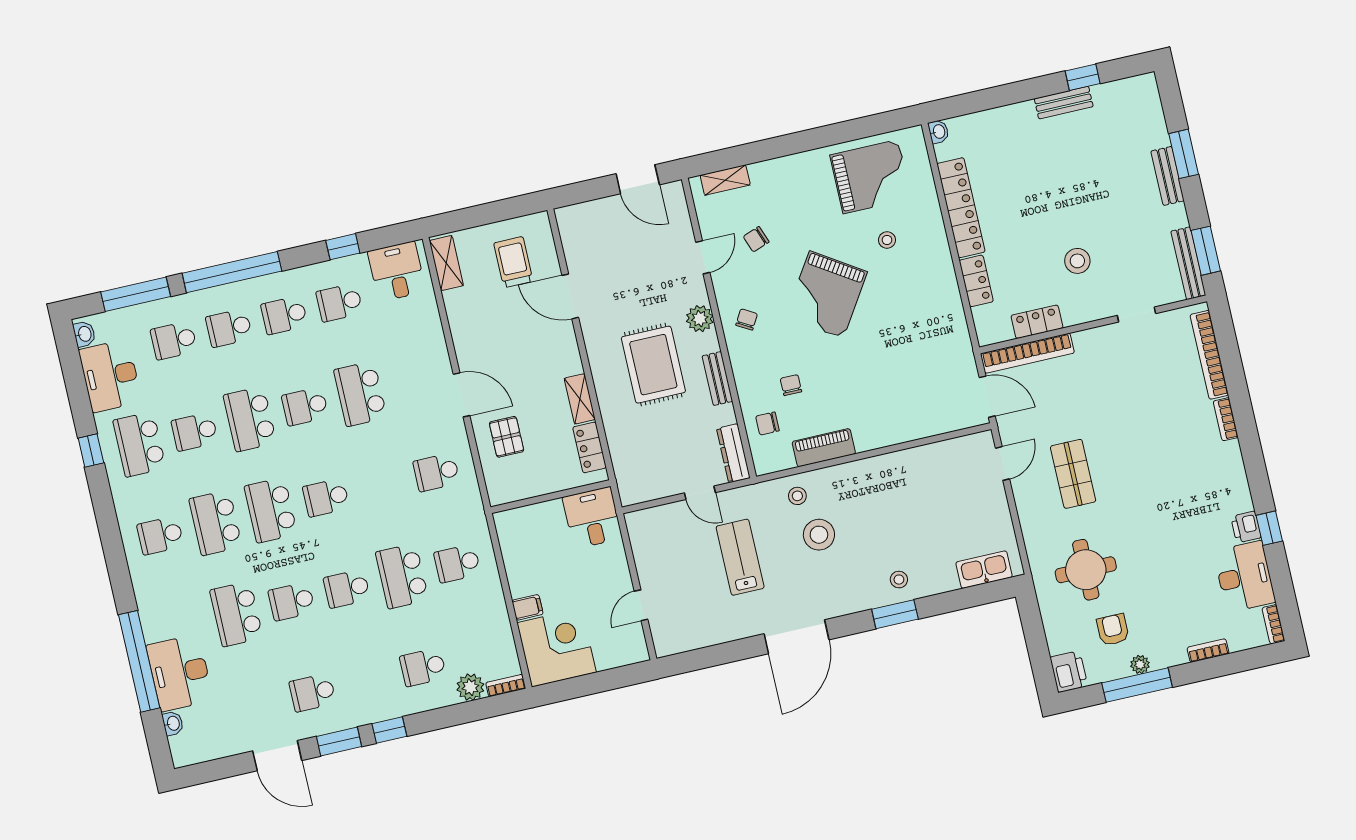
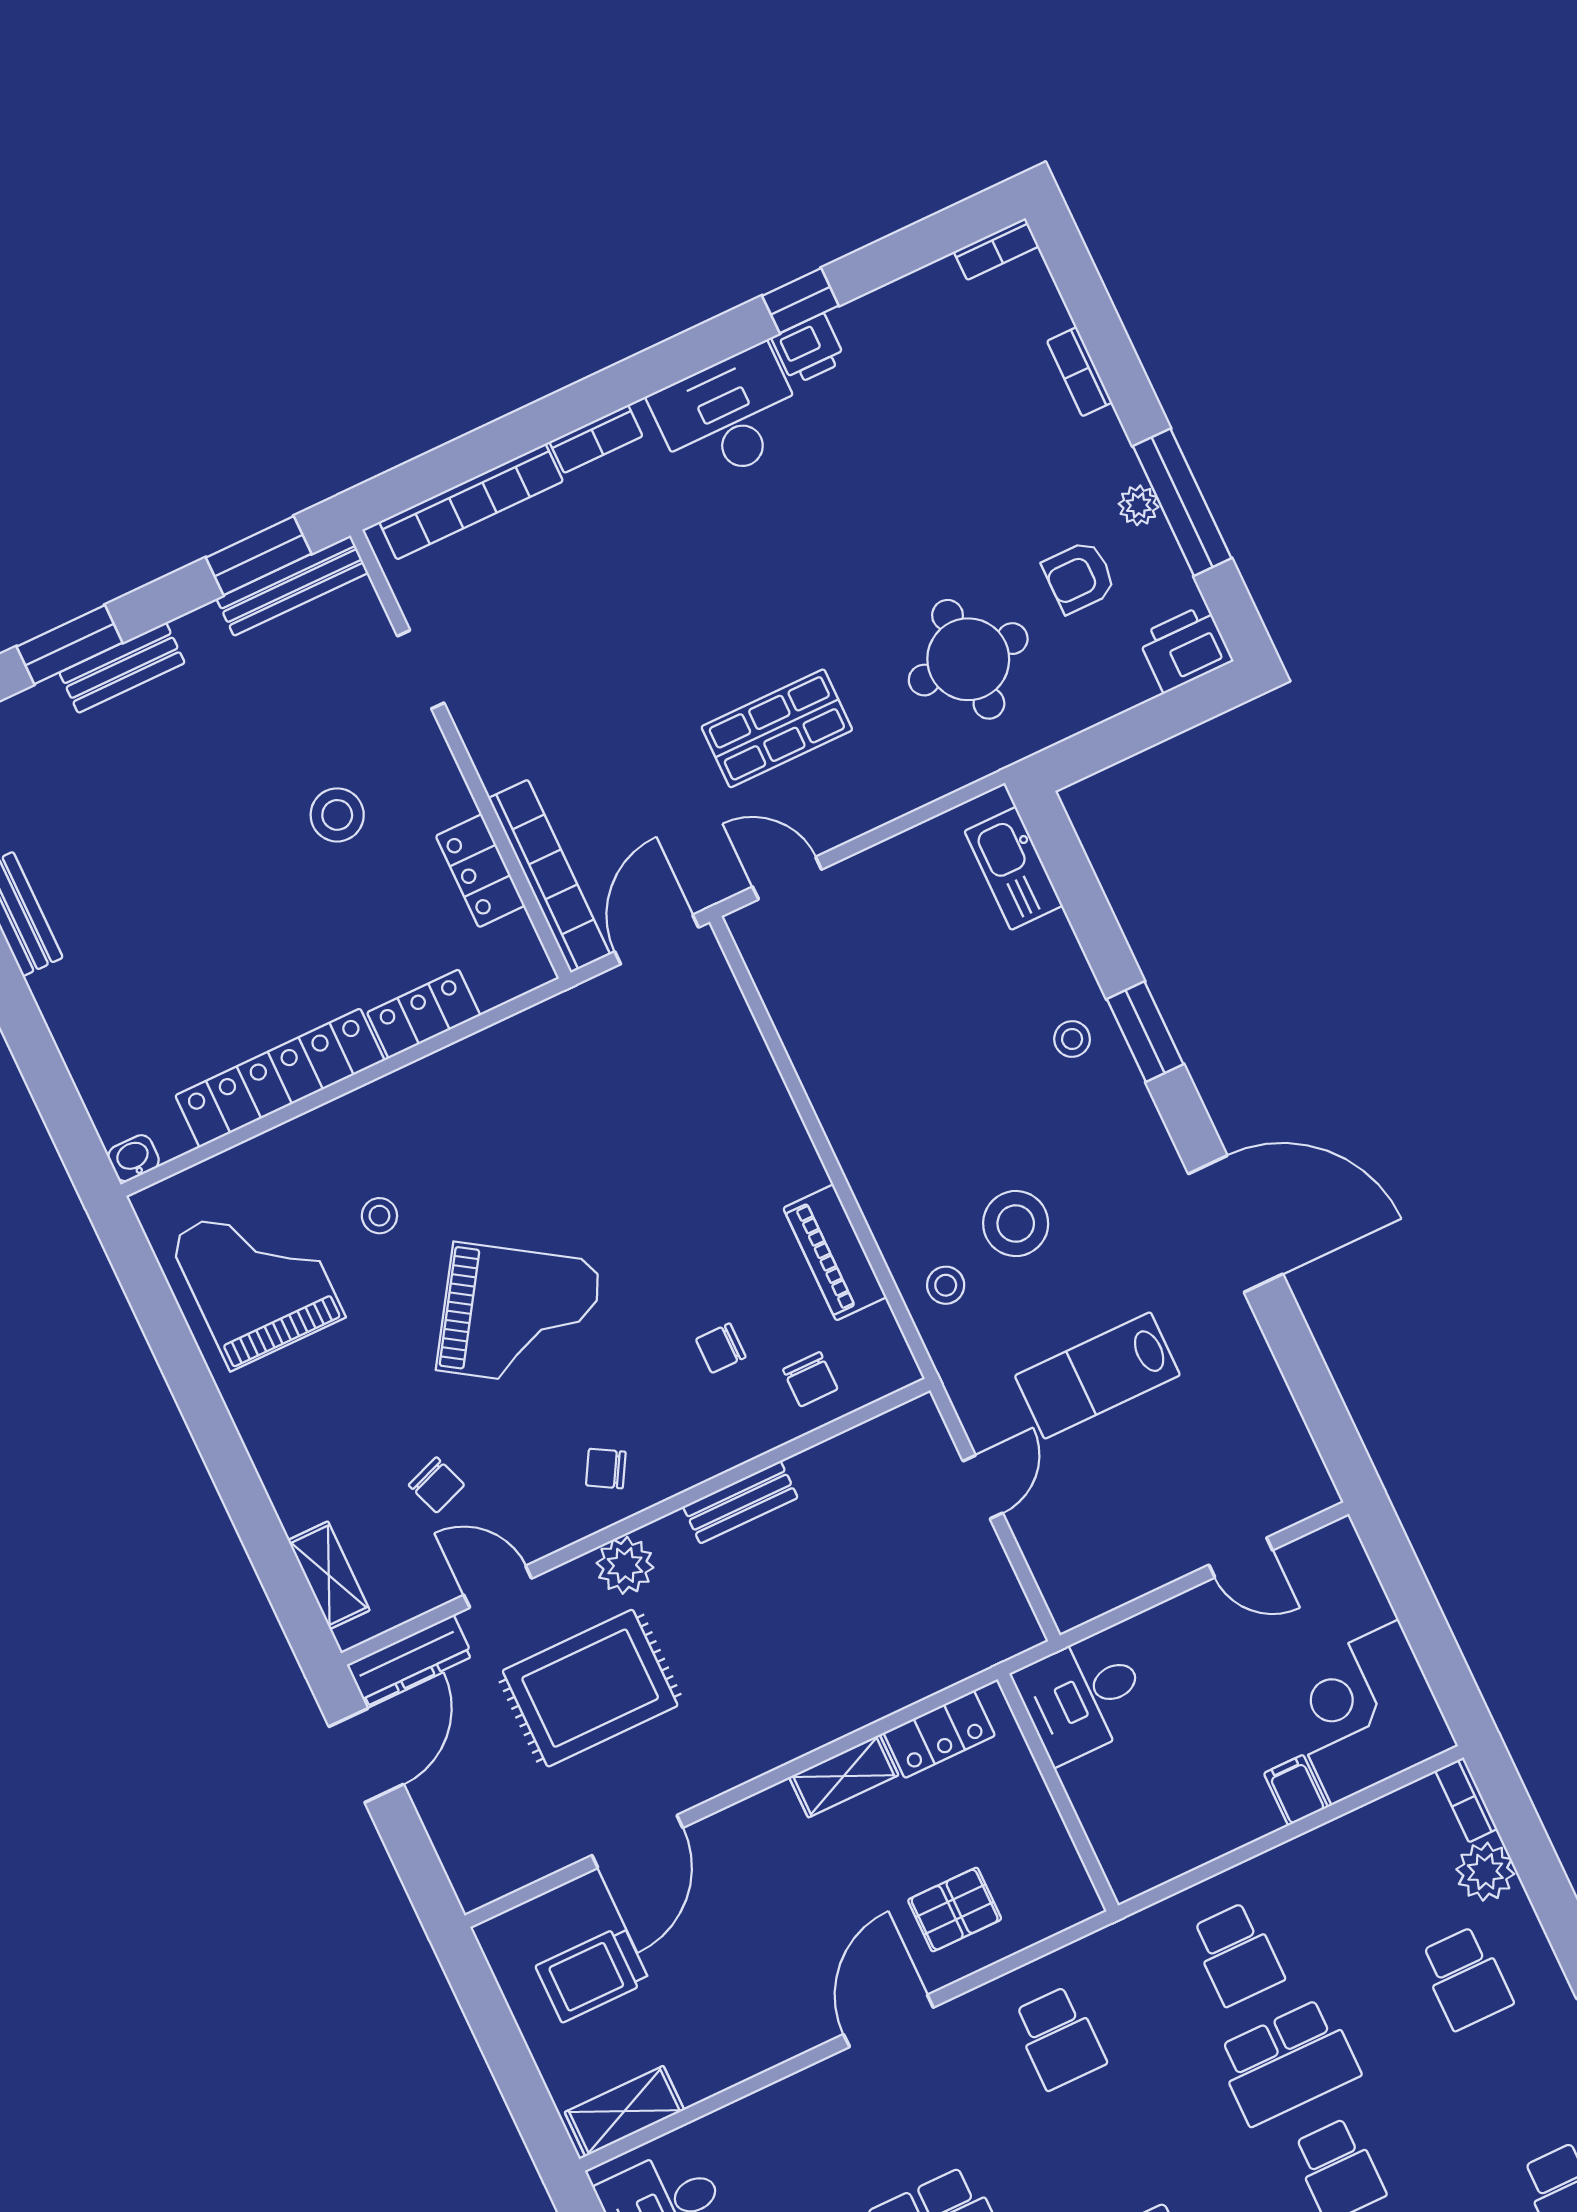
rug: (653, 365) -> (590, 1688), moved
dresser: (733, 453) -> (410, 1660), moved
desk: (1244, 577) -> (728, 416), moved

